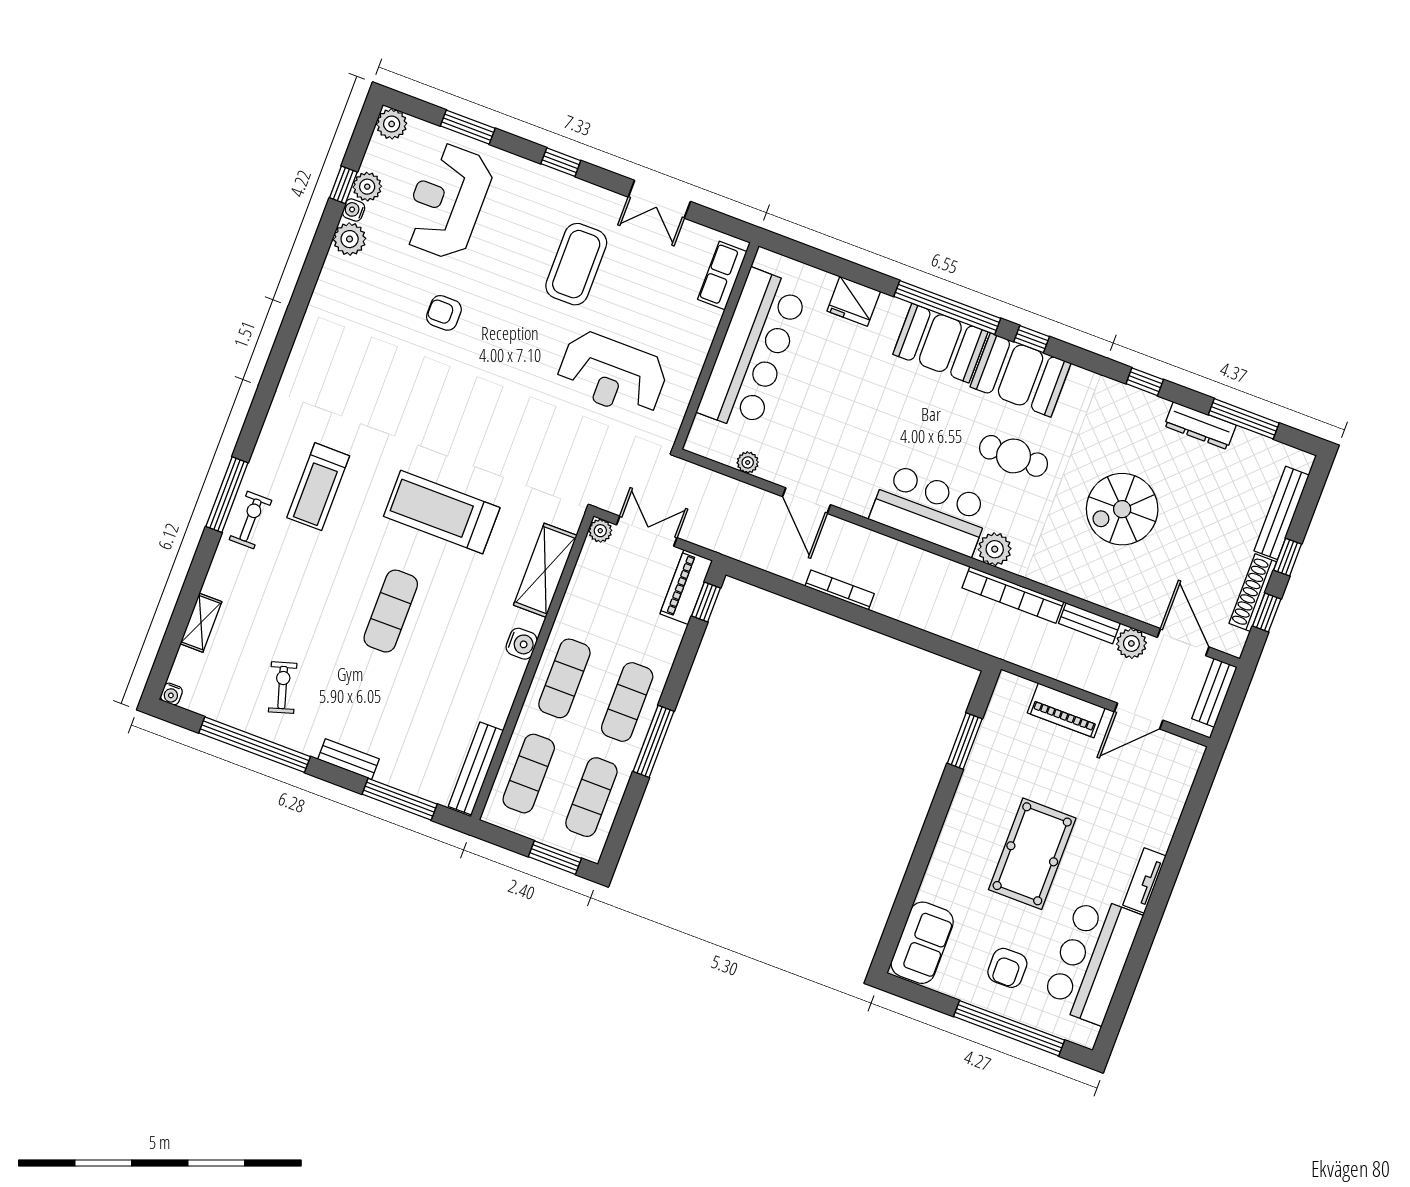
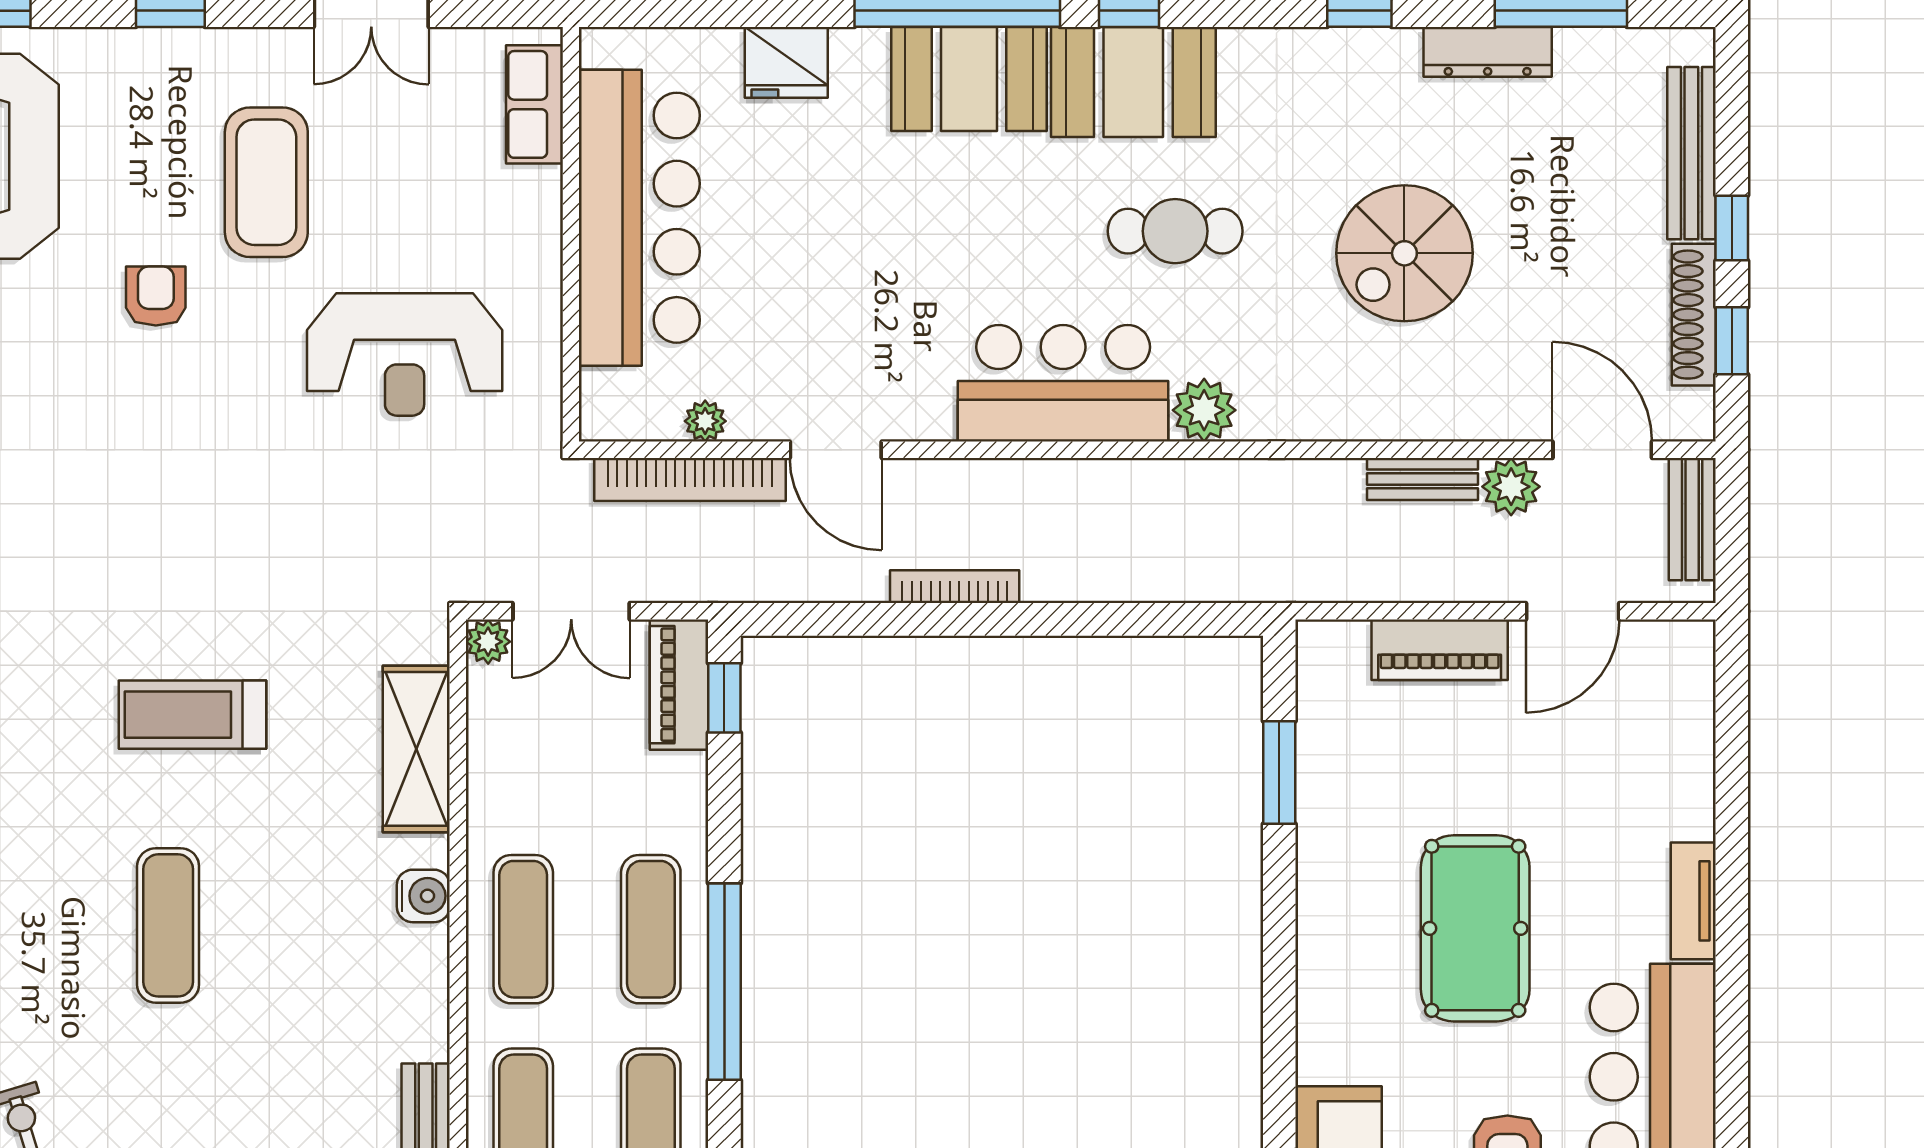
armchair: (444, 313) -> (156, 296), moved, turned 90
treadmill: (442, 512) -> (193, 715), width x0.73, depth x0.73
double door: (647, 531) -> (571, 611), swing flipped
bookcase: (1013, 595) -> (690, 480), moved
window: (654, 741) -> (724, 982), width x1.46

